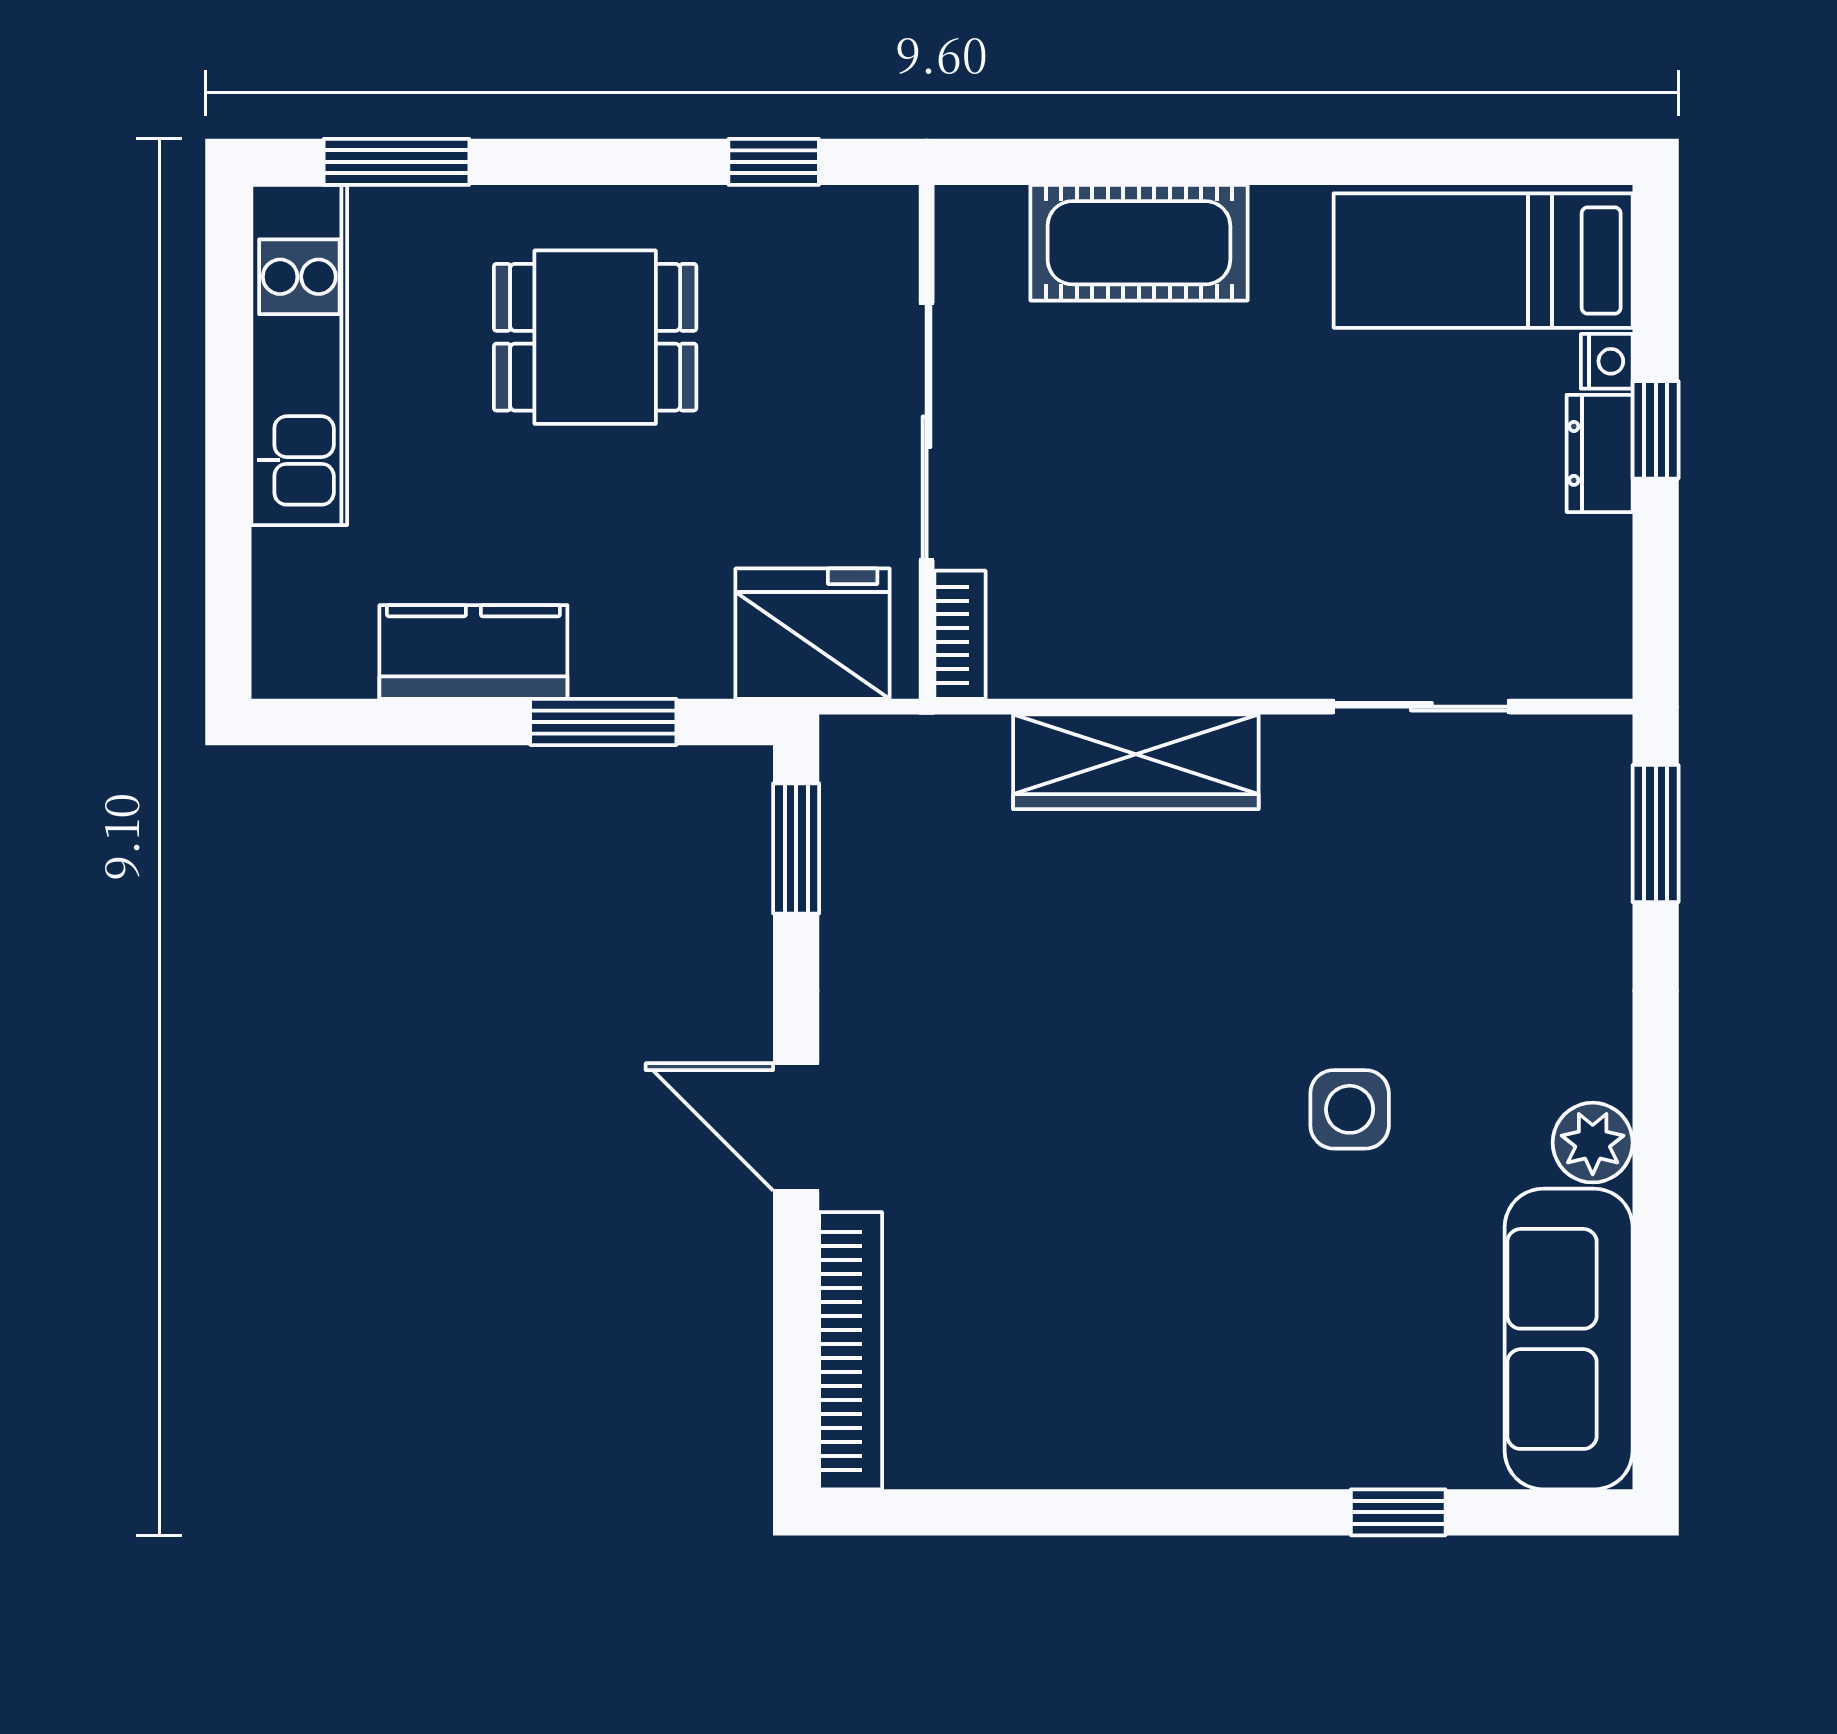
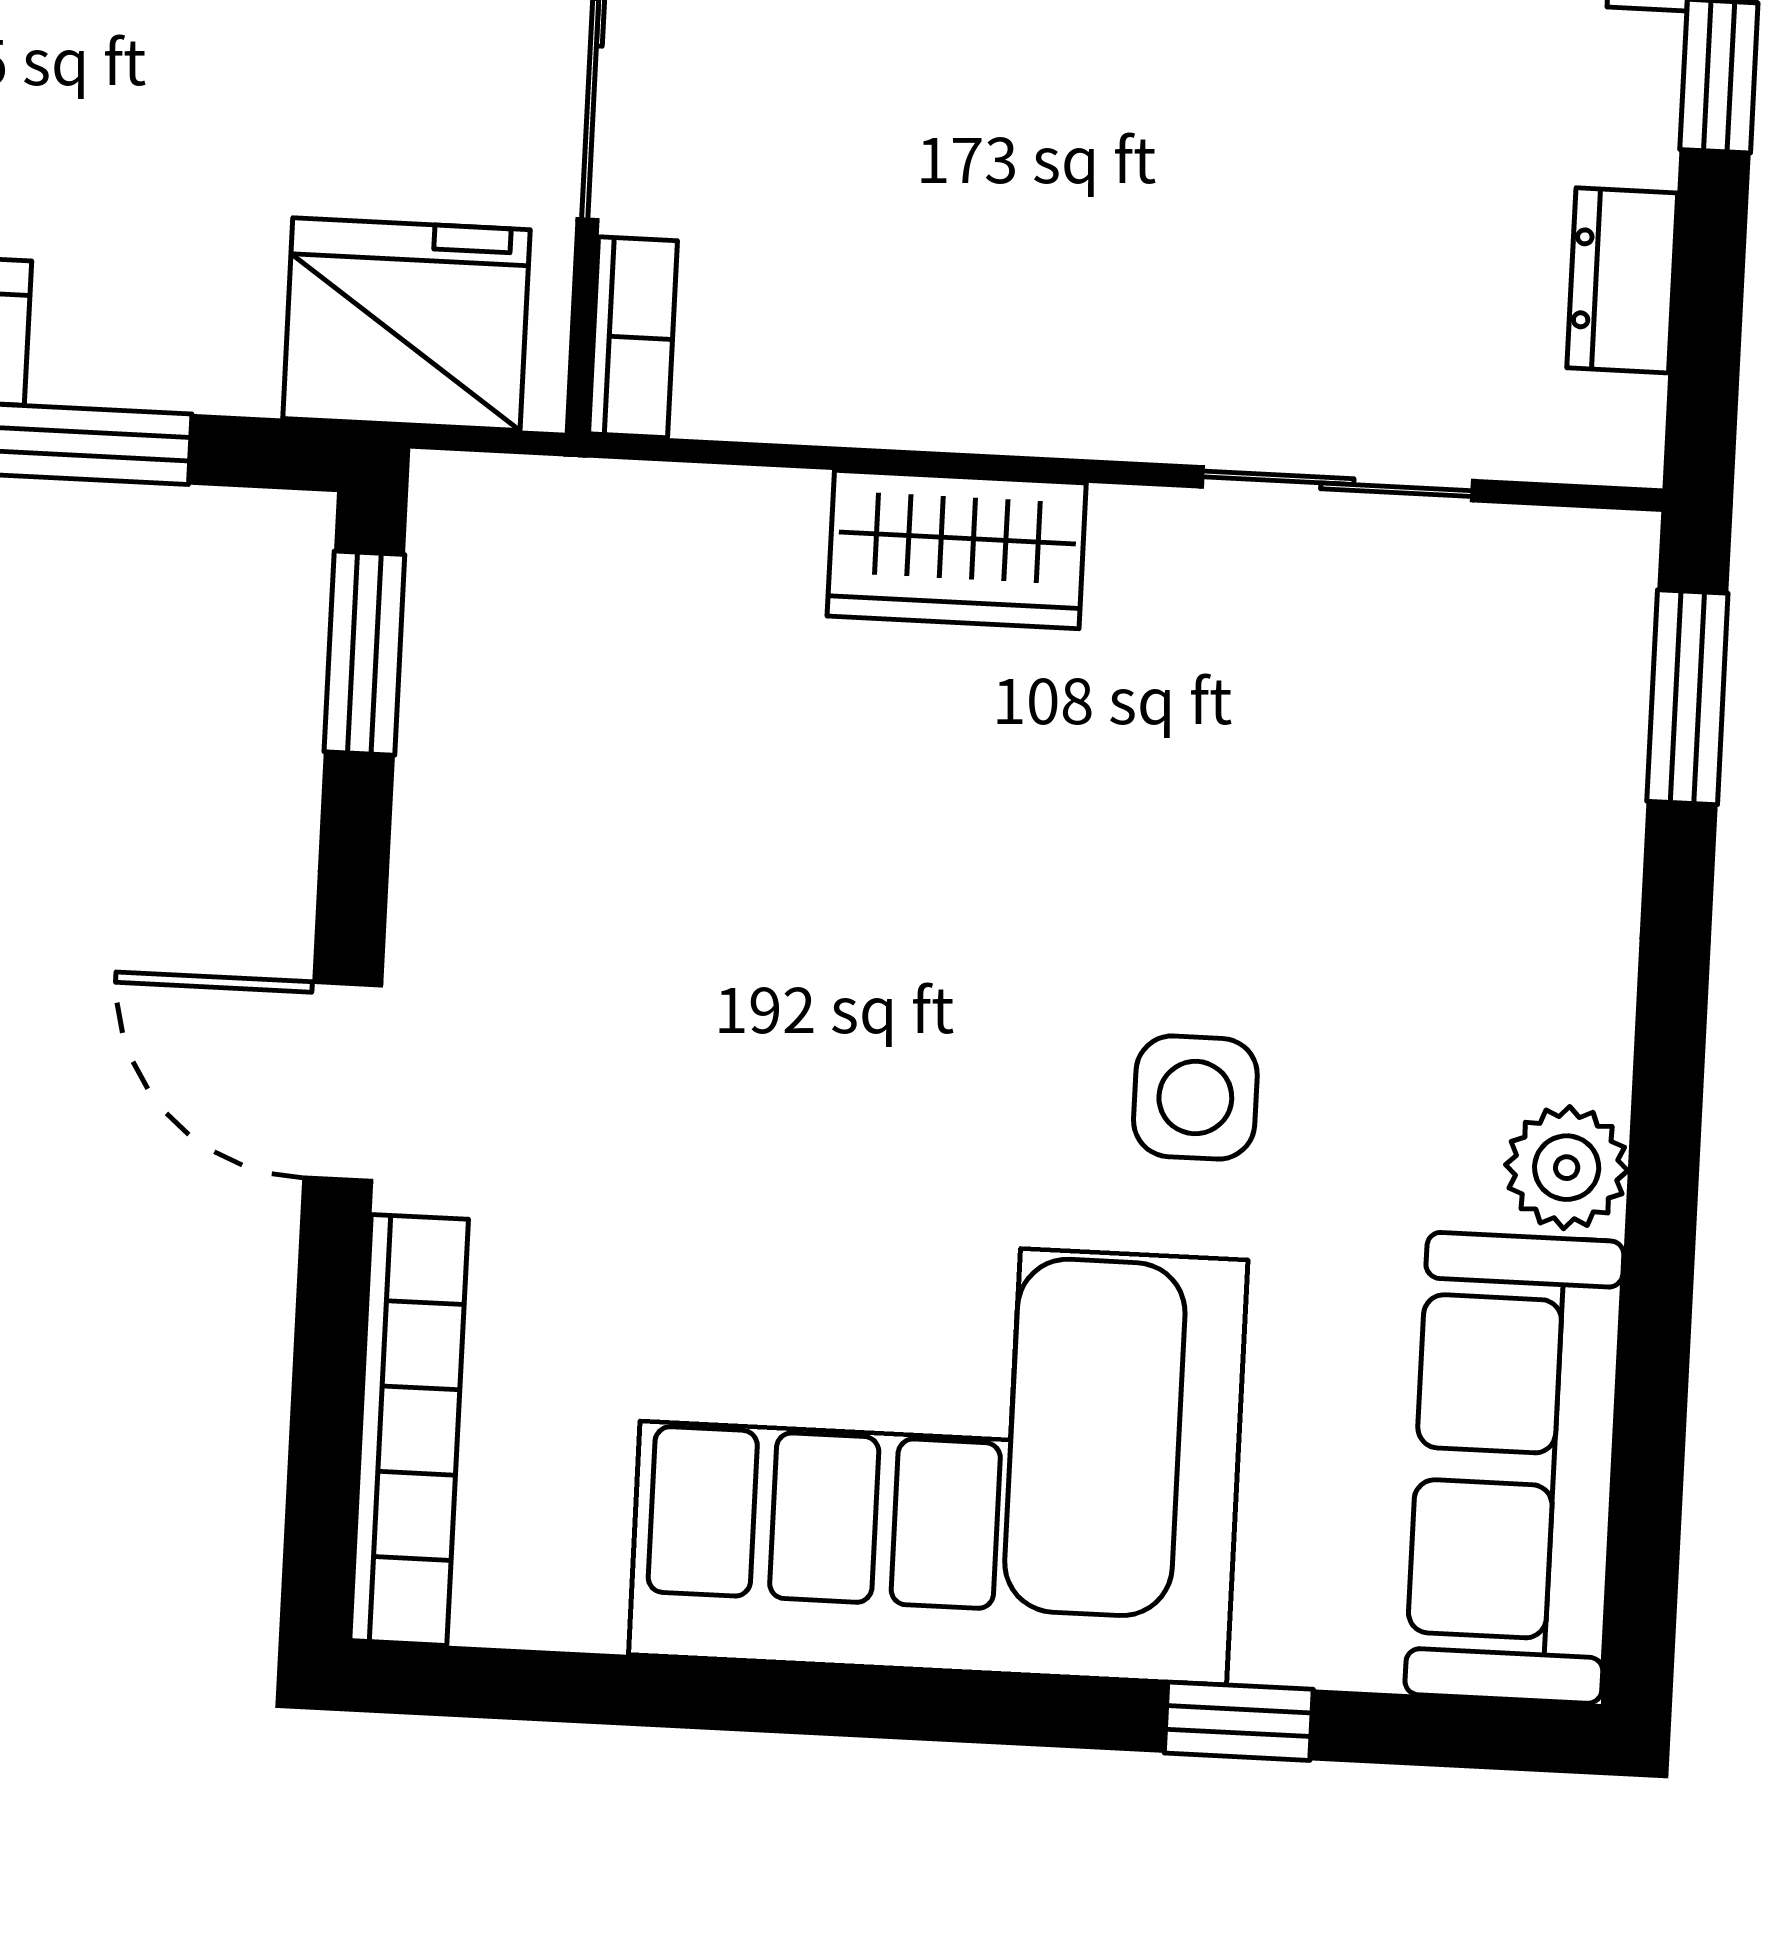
dresser: (1600, 453) -> (1622, 280), moved
wardrobe: (1136, 762) -> (957, 549), width x0.67
corner sofa: (1195, 1351) -> (938, 1457), added

